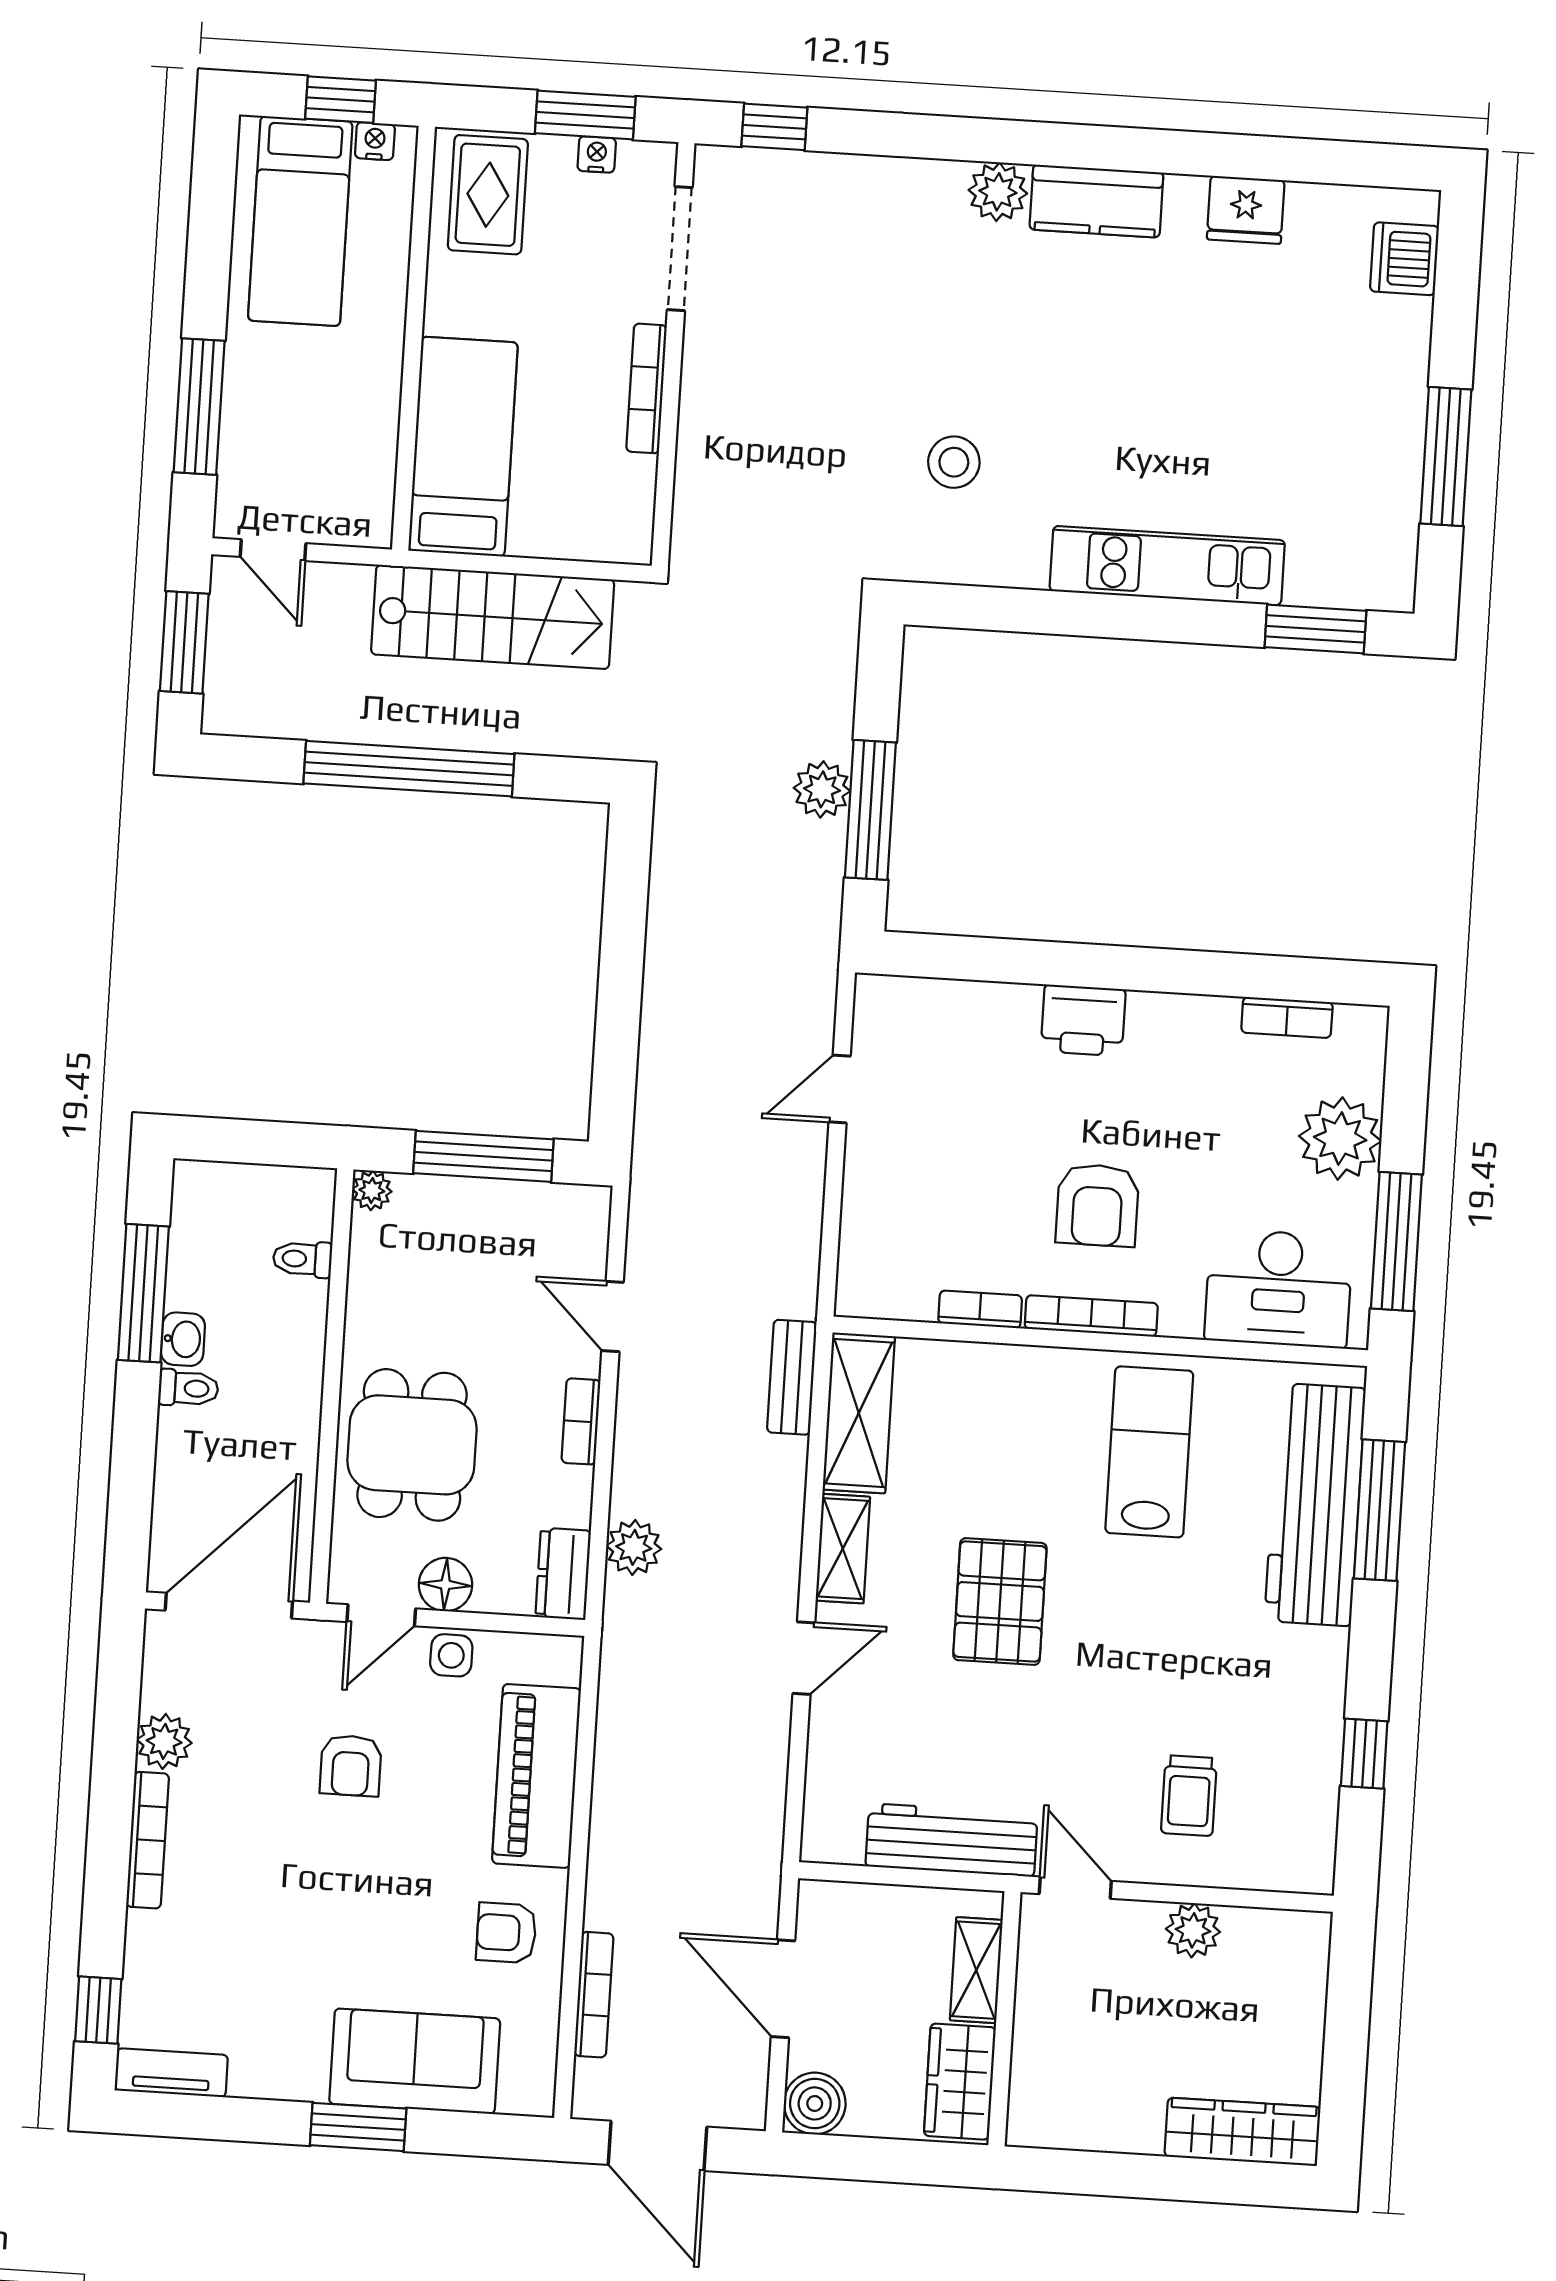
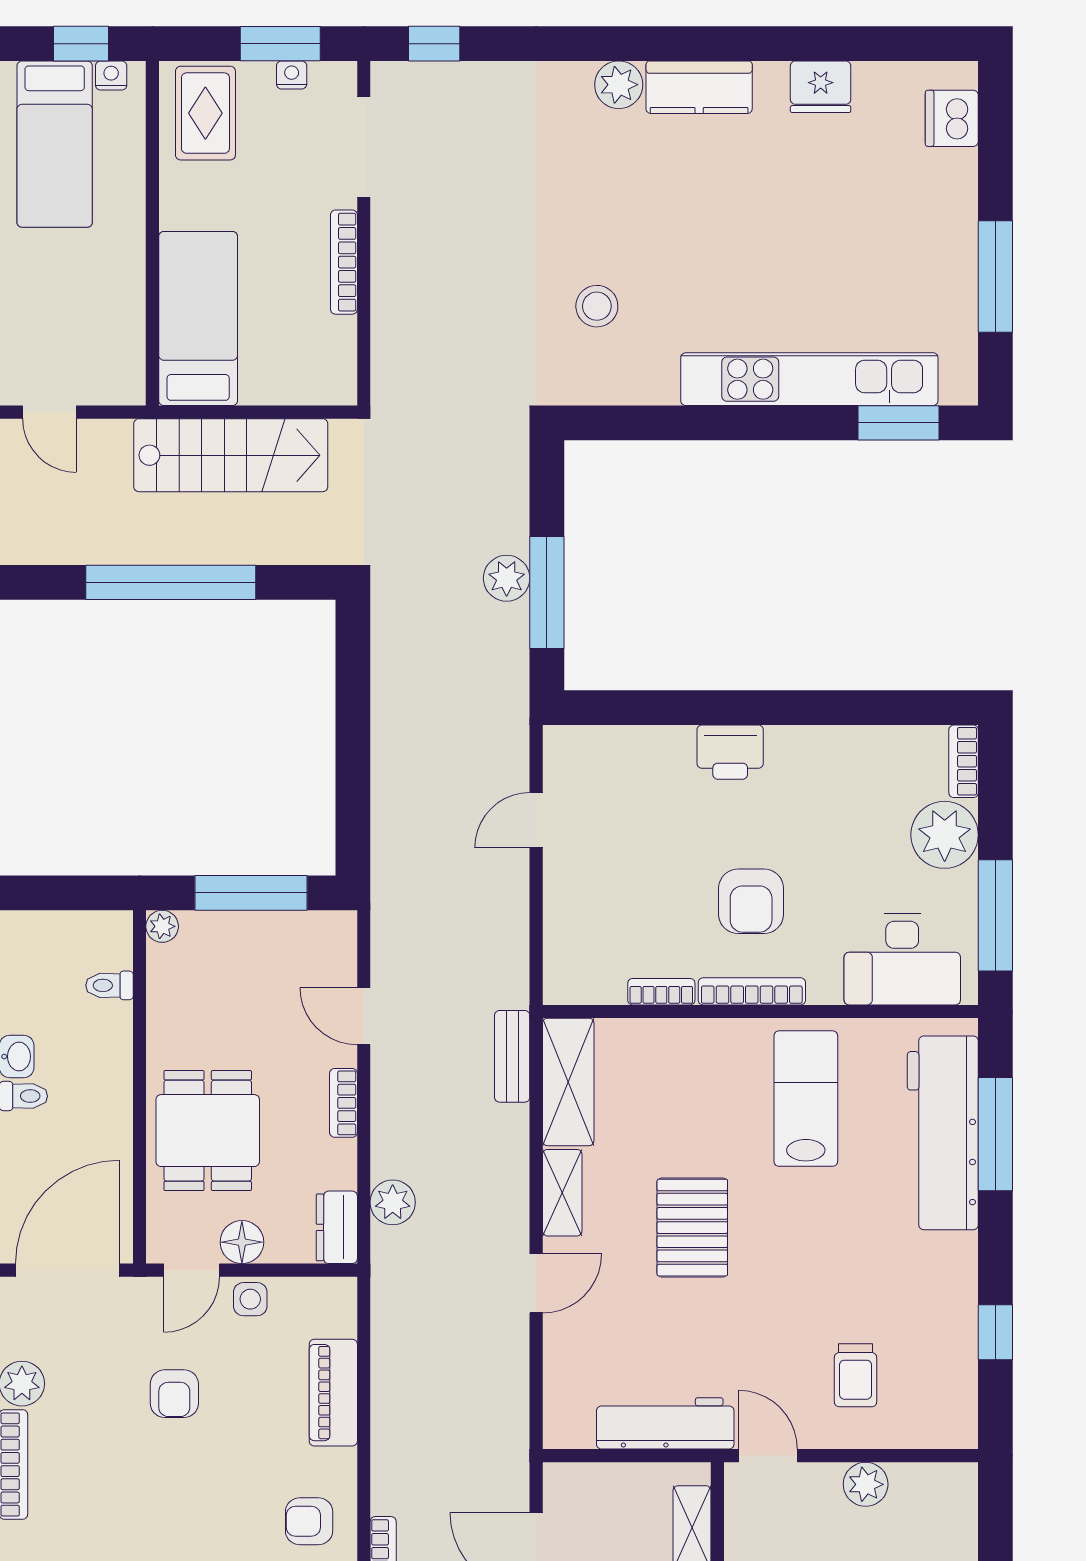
kitchen unit: (1167, 566) -> (809, 379), width x1.36
bookcase: (1287, 1017) -> (964, 761), moved, turned 90
piano: (536, 1776) -> (333, 1393), width x0.73, depth x0.75

